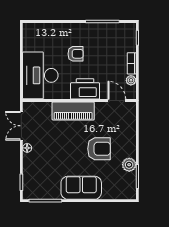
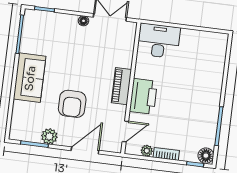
floor lamp: (129, 29) -> (206, 156), added
armchair: (76, 54) -> (185, 90), removed
desk: (40, 75) -> (159, 41), width x0.73, depth x0.77
piano: (73, 111) -> (121, 86), width x0.73, depth x0.75
door: (137, 133) -> (85, 150), added

